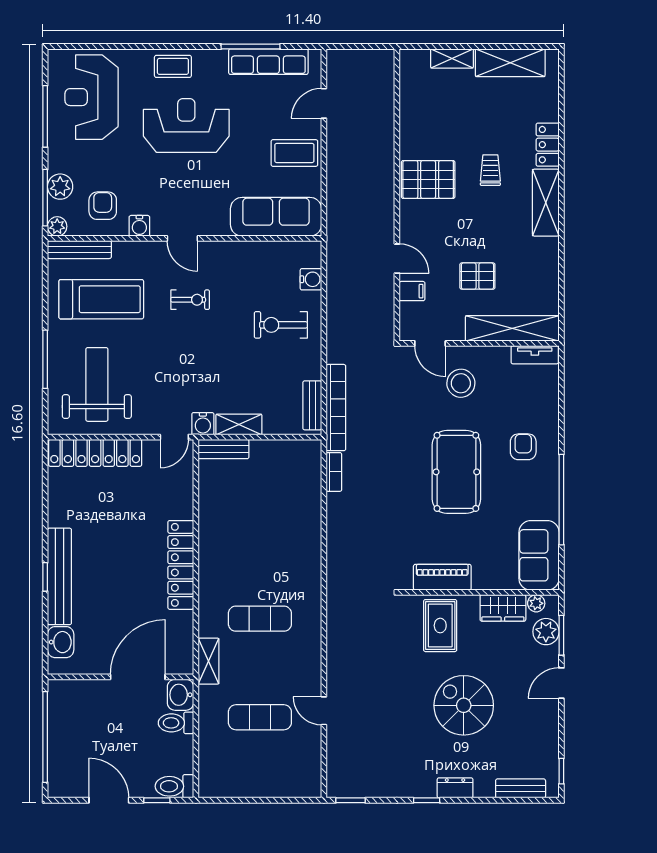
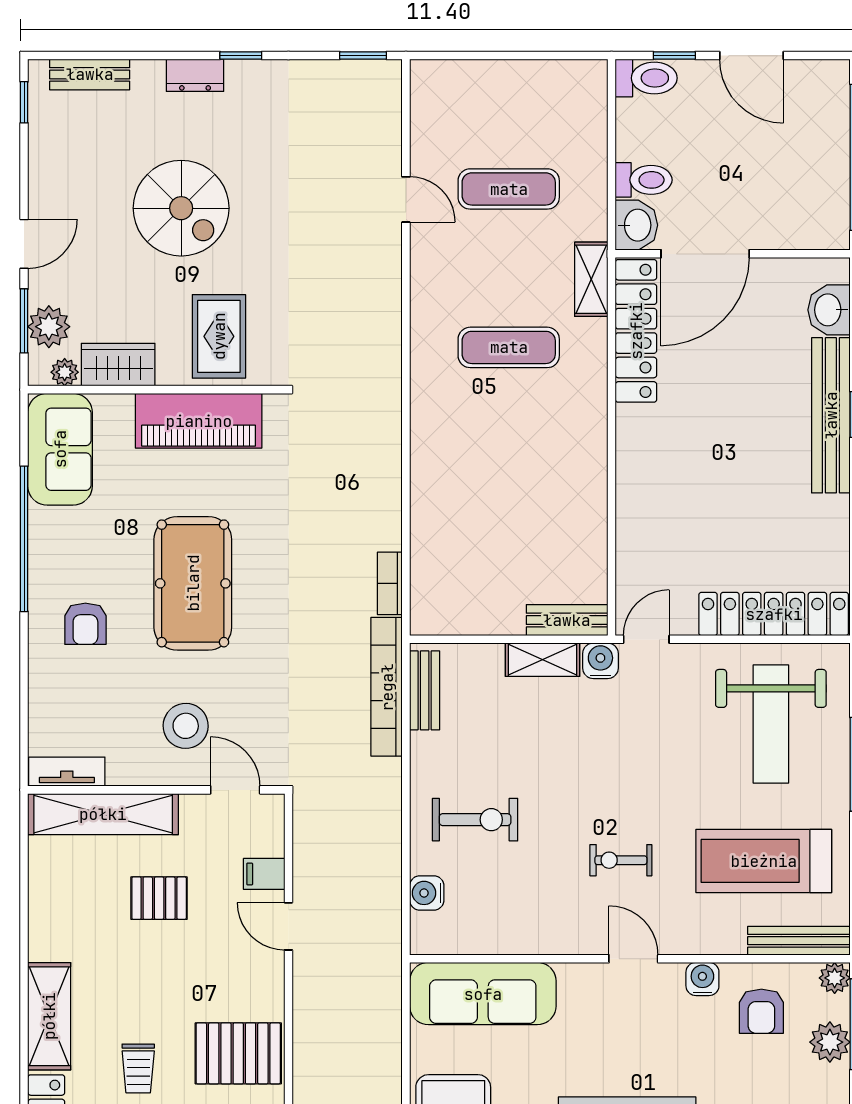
locker: (181, 565) -> (636, 331), moved
piano: (442, 577) -> (199, 421), width x1.37, depth x1.33

